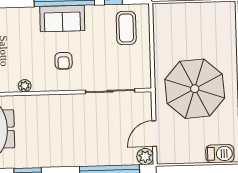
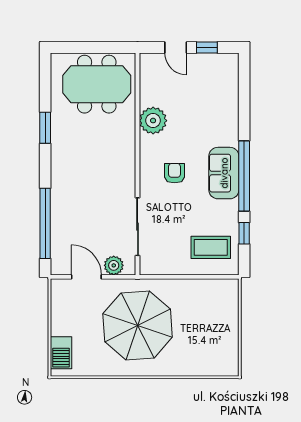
armchair: (64, 61) -> (174, 173), turned 90
plant: (25, 86) -> (153, 121), width x1.88, depth x1.88
plant: (145, 157) -> (114, 265), moved

